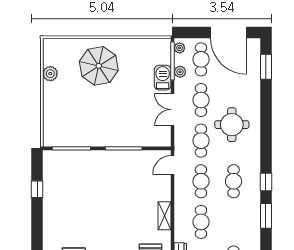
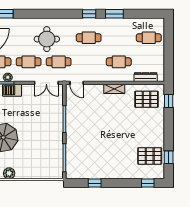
double door: (172, 110) -> (46, 83), moved
cafe table: (201, 181) -> (89, 62), removed

